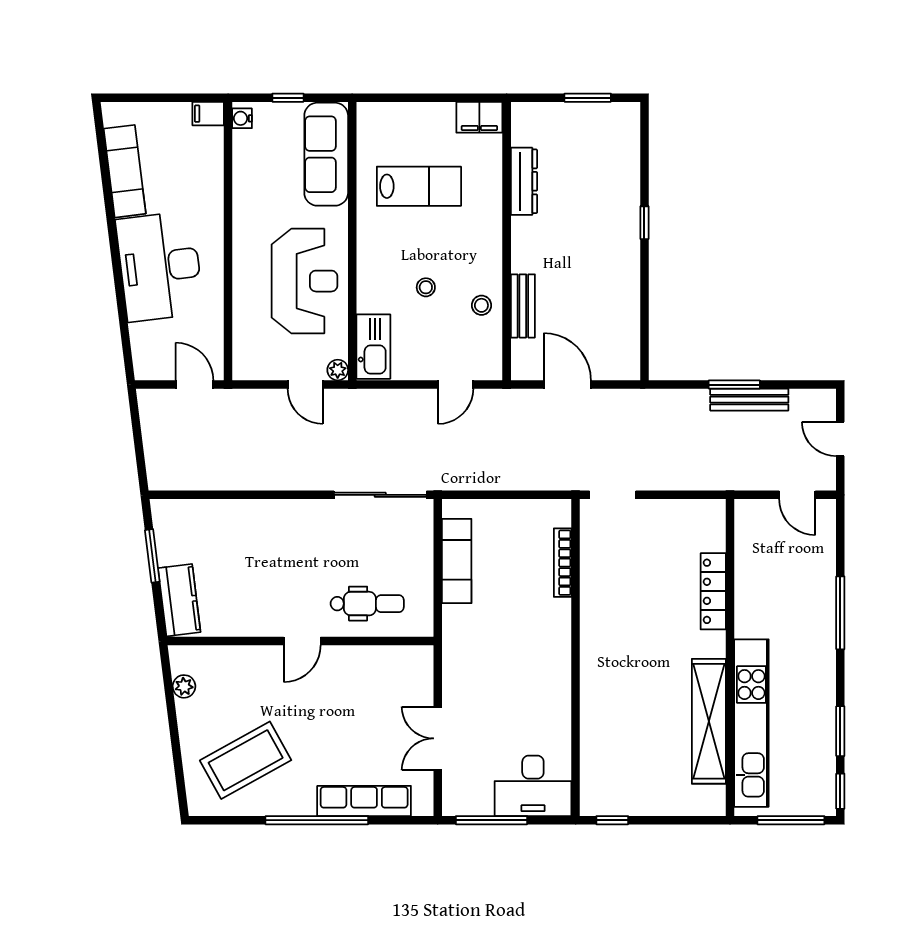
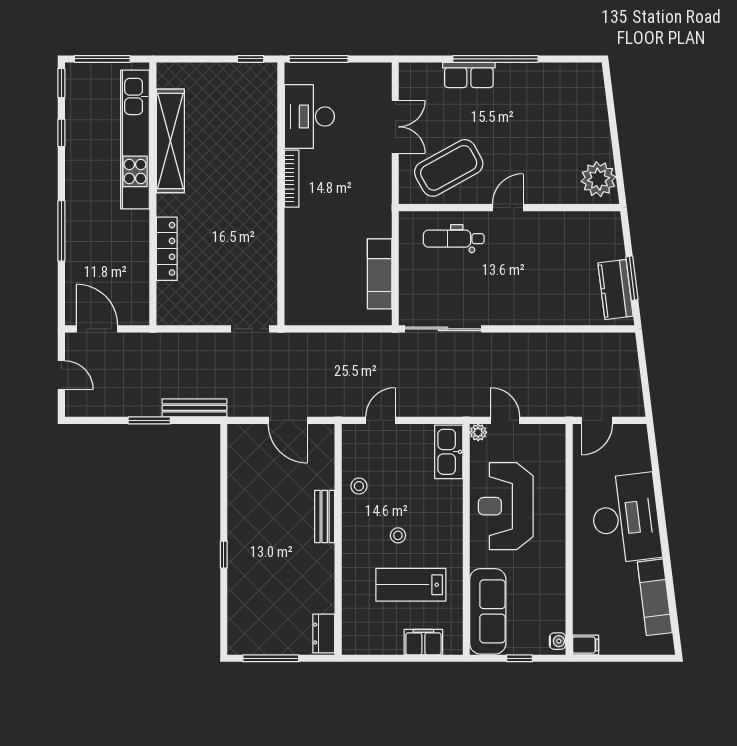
window: (588, 98) -> (271, 658), width x1.44
filing cabinet: (479, 117) -> (423, 642), moved
dresser: (524, 181) -> (324, 634), moved, width x0.70
stool: (426, 287) -> (398, 535), moved
bench: (523, 306) -> (325, 517), moved
door: (194, 385) -> (597, 420), hinge flipped
bench: (749, 400) -> (194, 408), moved
door: (797, 495) -> (97, 329), width x1.38
bookcase: (563, 563) -> (292, 179), moved
kitchen counter: (179, 600) -> (616, 290), moved
plant: (184, 686) -> (598, 179), width x1.88, depth x1.88
window: (840, 731) -> (61, 133), width x0.67
coffee table: (246, 760) -> (449, 168), moved
desk: (533, 786) -> (309, 117), moved, turned -90
row of seats: (364, 801) -> (469, 75), width x0.68
window: (492, 820) -> (319, 59), moved

